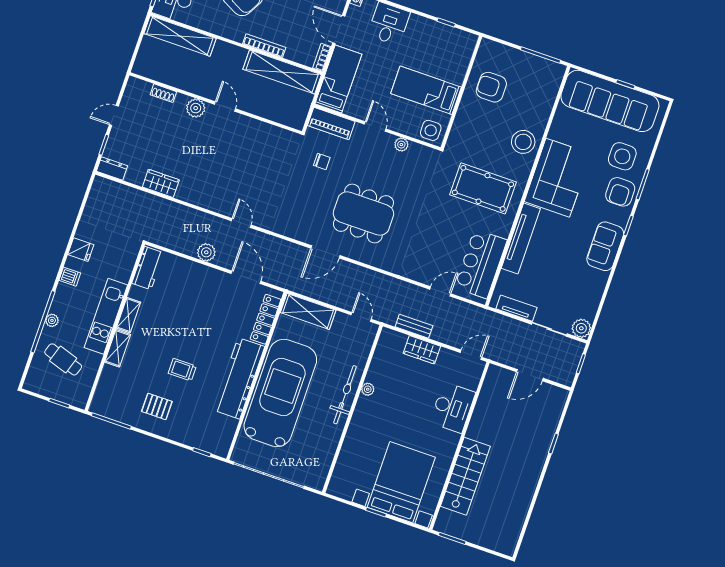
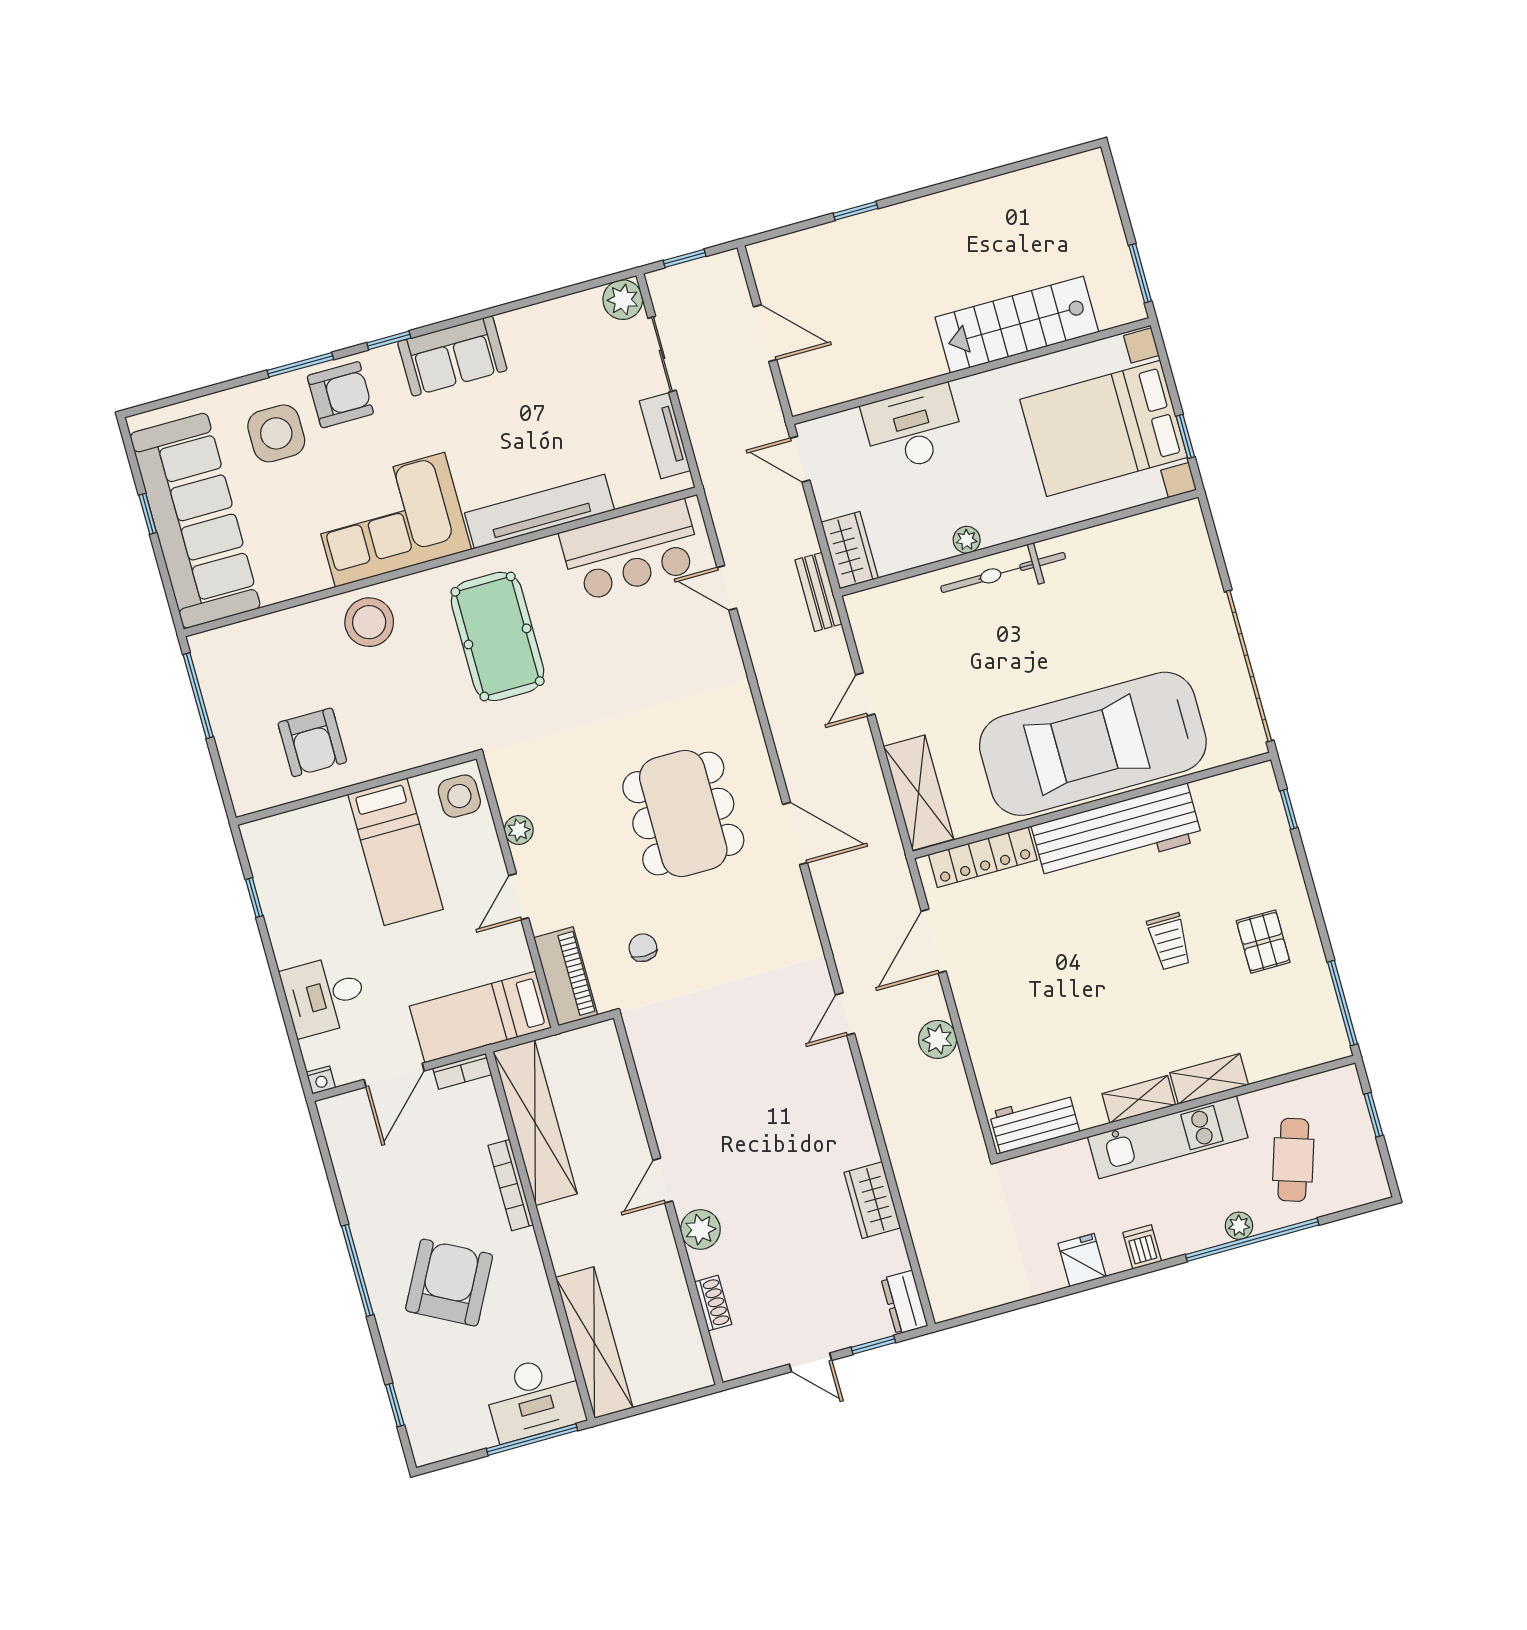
plant: (368, 389) -> (967, 540), moved
bicycle: (345, 395) -> (1003, 572), moved
wall: (352, 409) -> (1019, 543), moved

